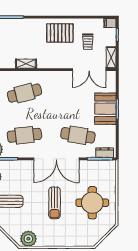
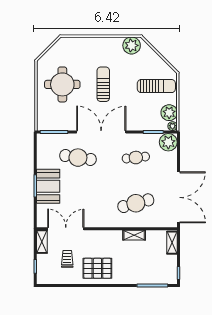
filing cabinet: (110, 23) -> (43, 279), removed
cafe table: (24, 135) -> (136, 158), width x0.73, depth x0.74
dresser: (105, 153) -> (49, 139), removed

